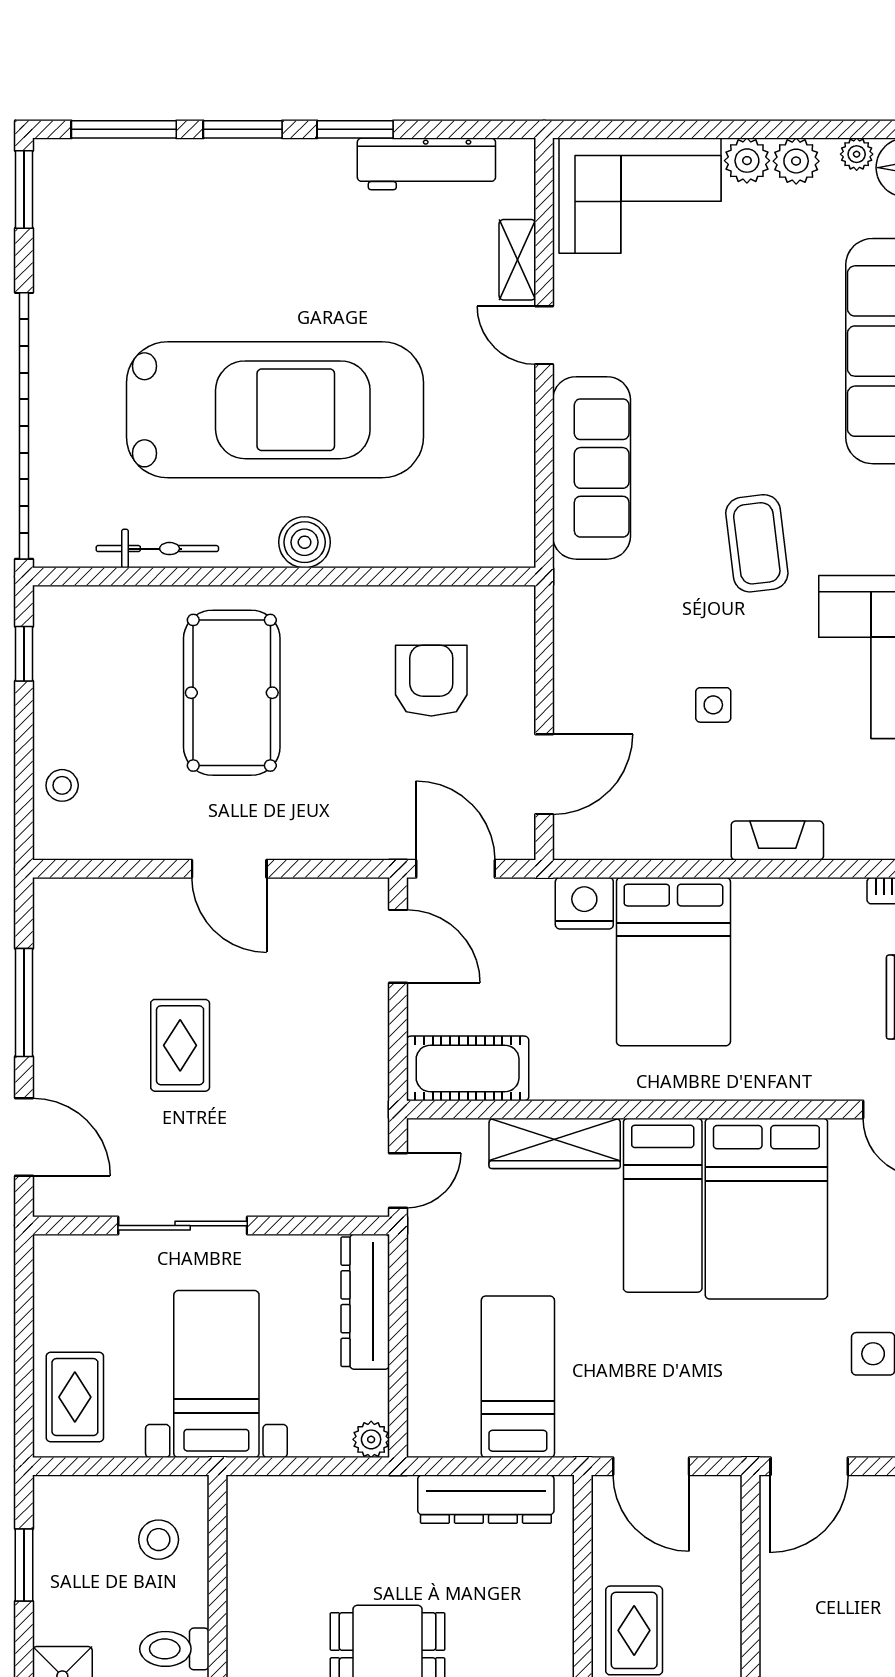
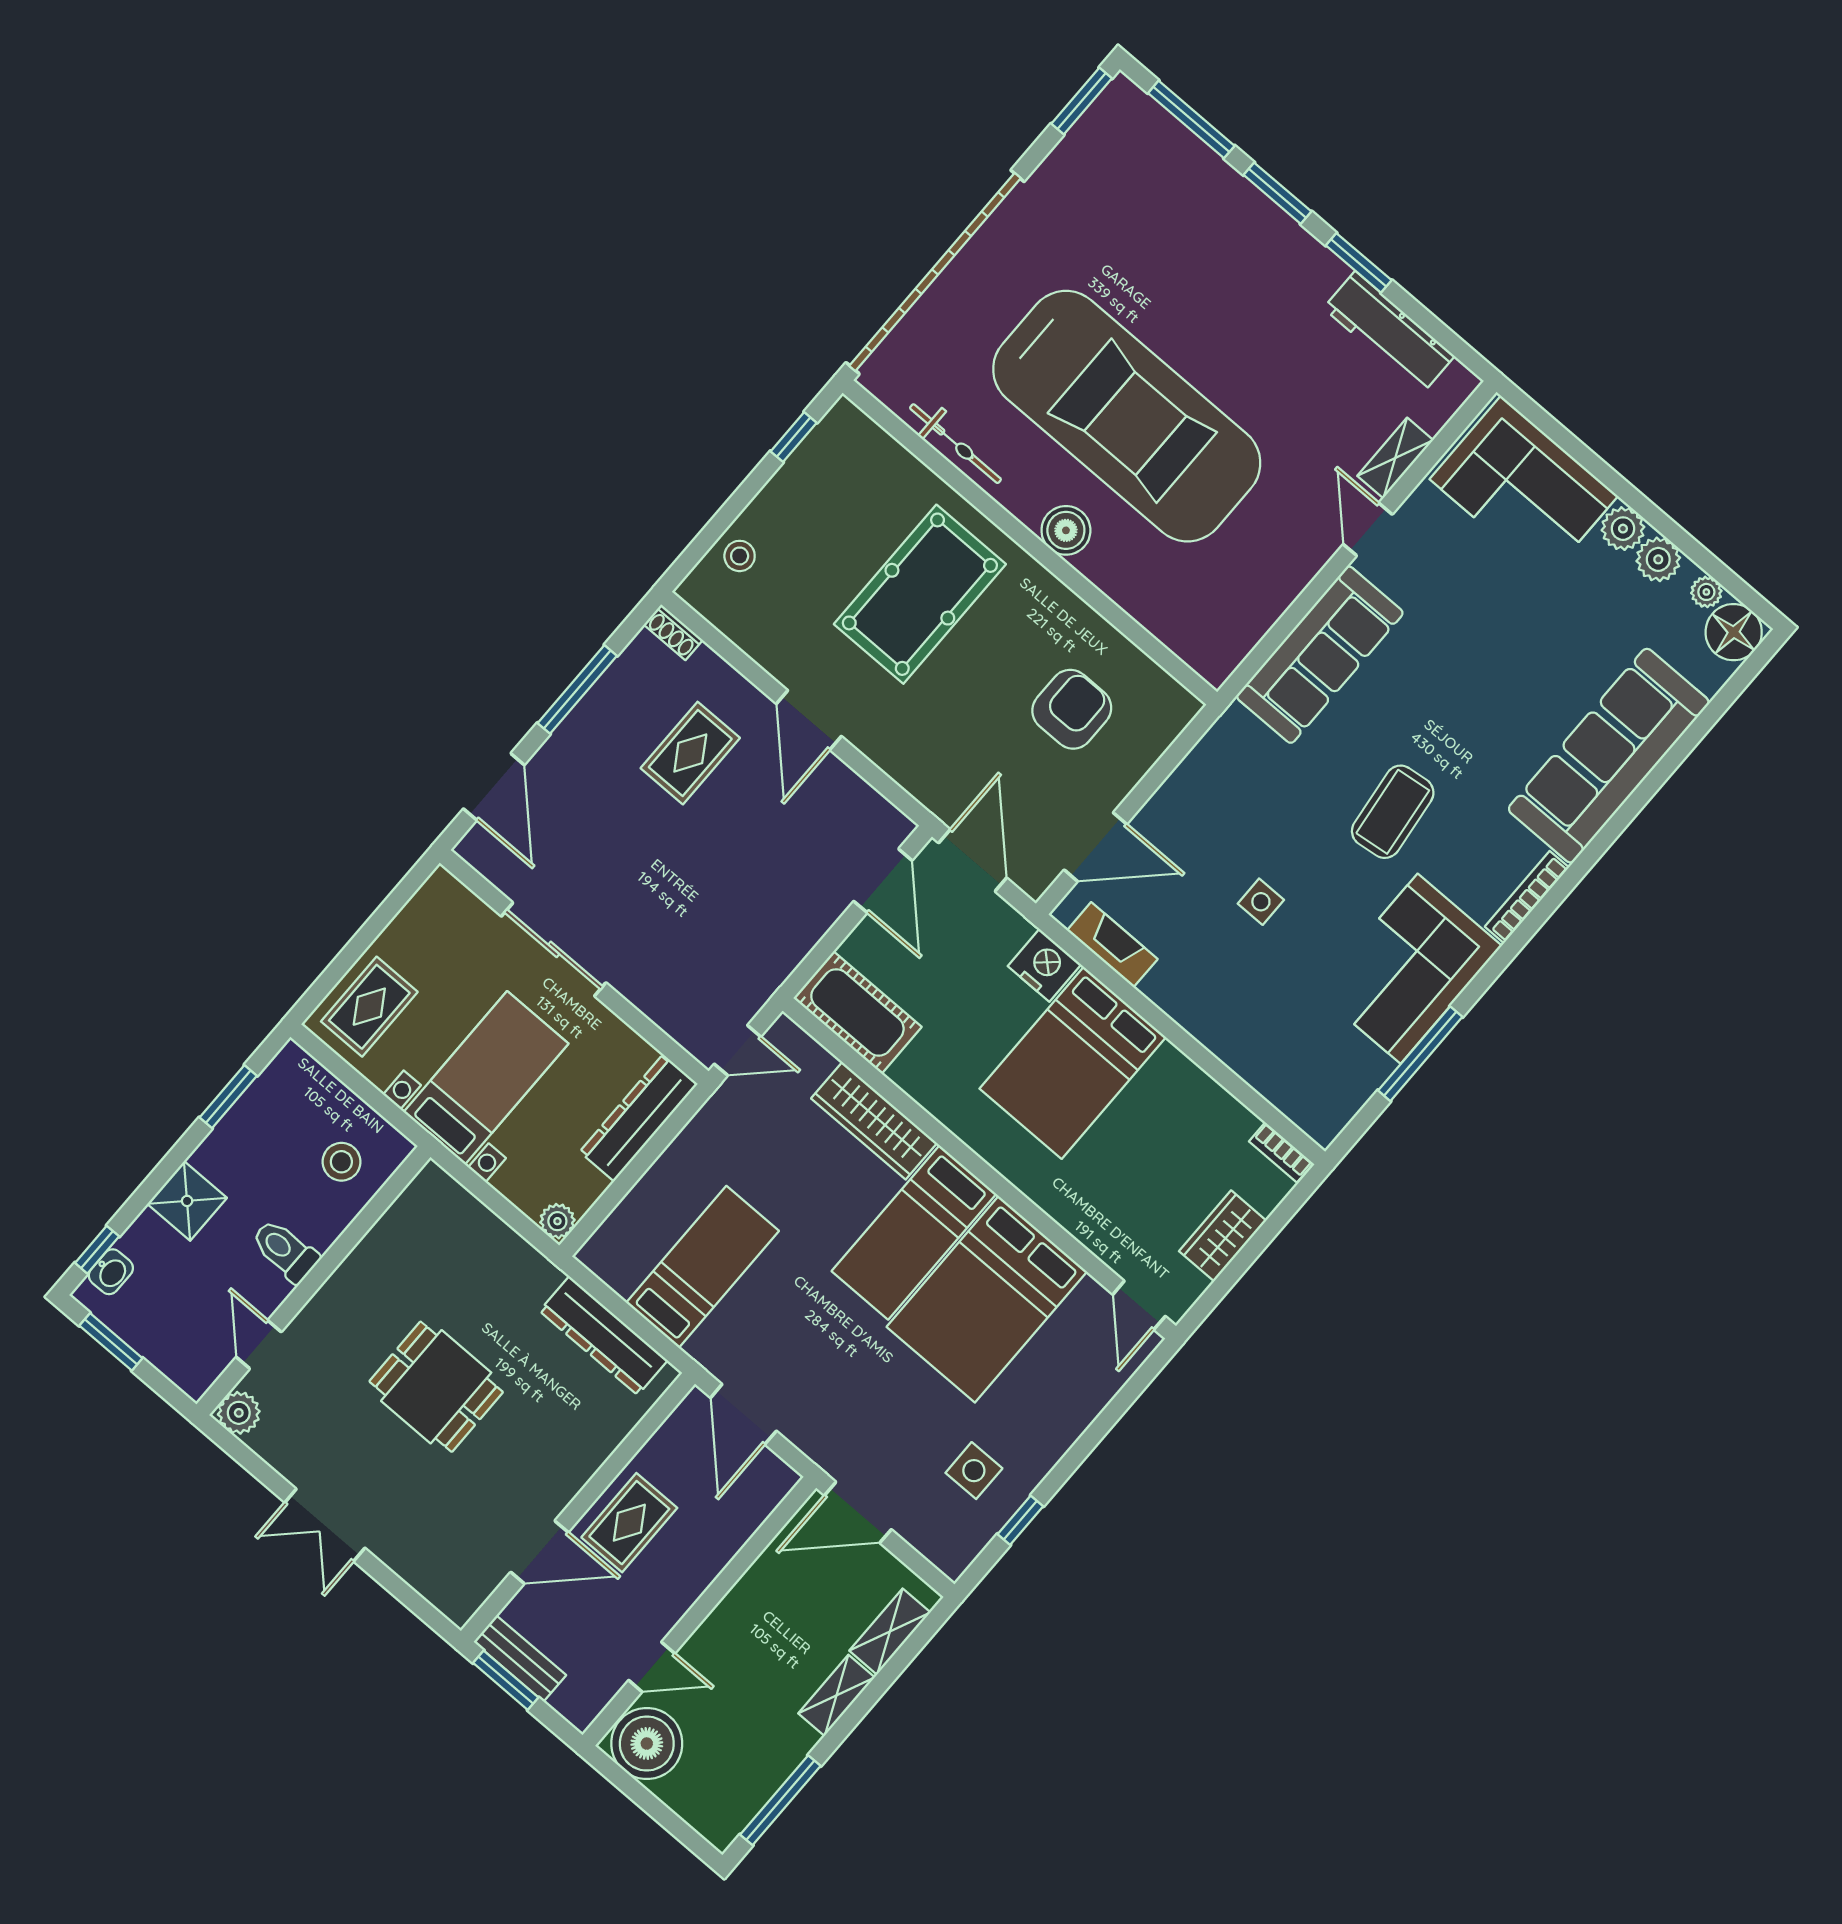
fireplace: (777, 841) -> (1112, 945), moved
shoe rack: (61, 891) -> (673, 632), added
rug: (180, 1045) -> (690, 753), moved

